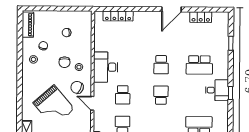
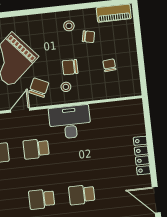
locker: (118, 16) -> (142, 156), moved
school desk: (161, 95) -> (42, 199), turned 180

